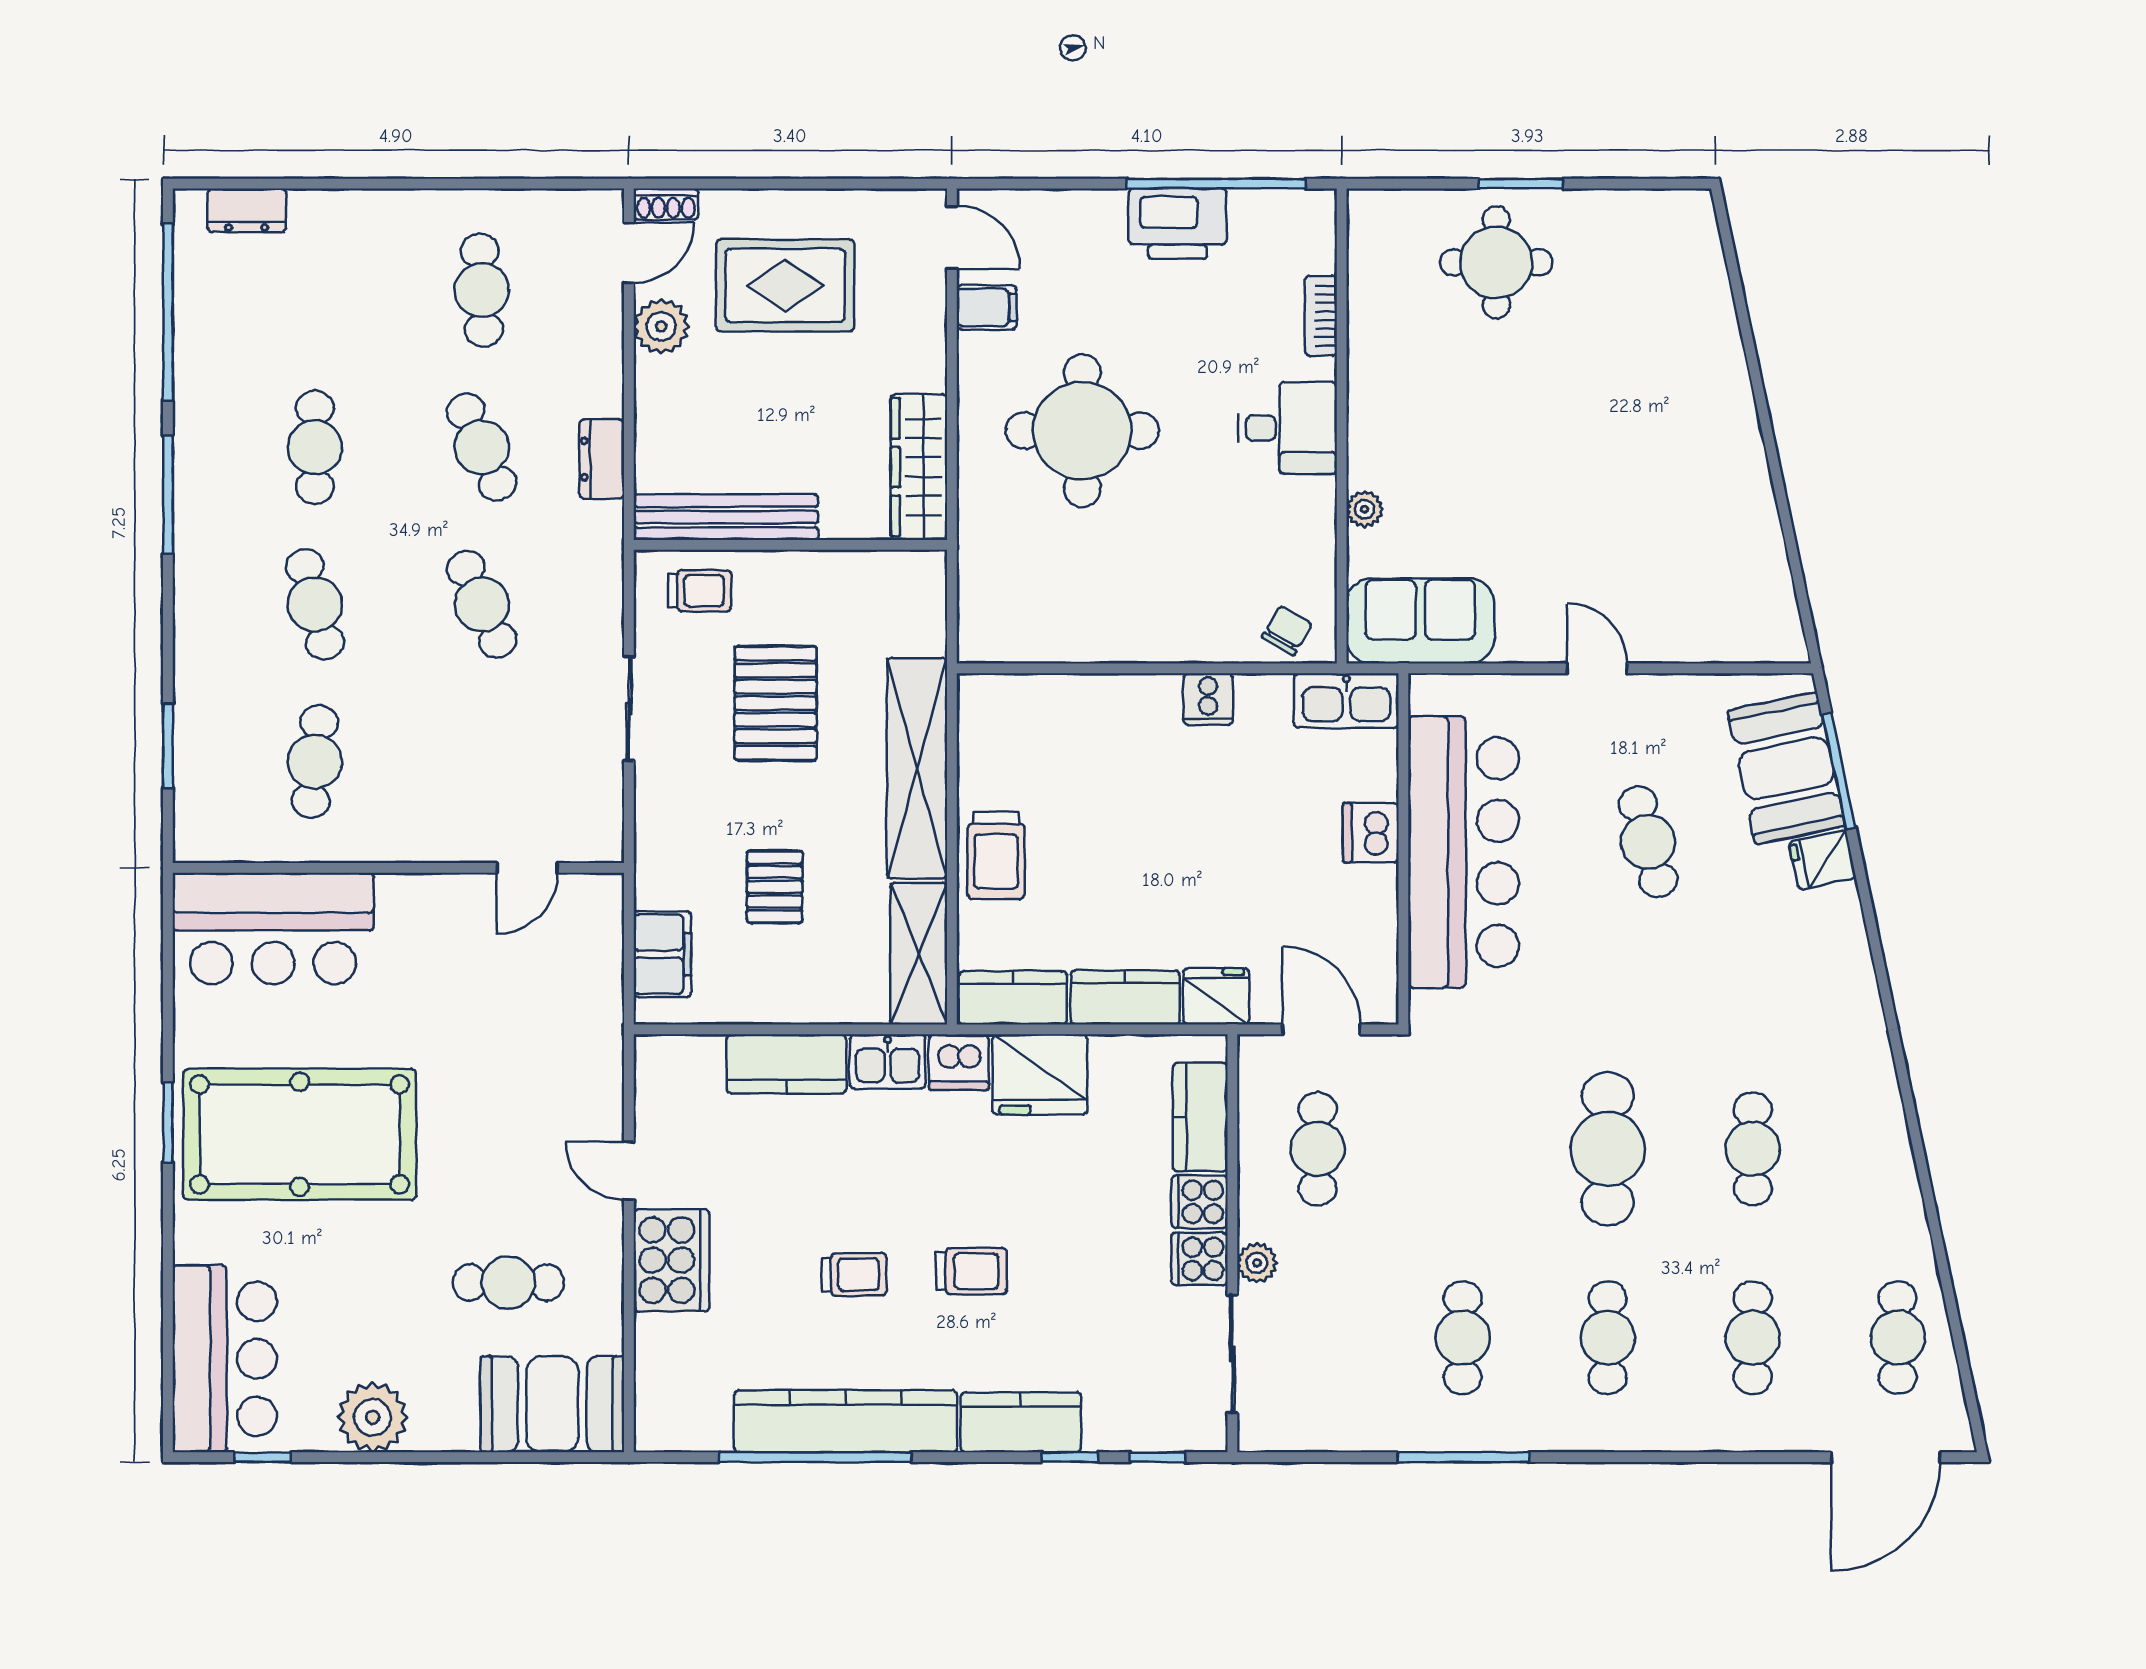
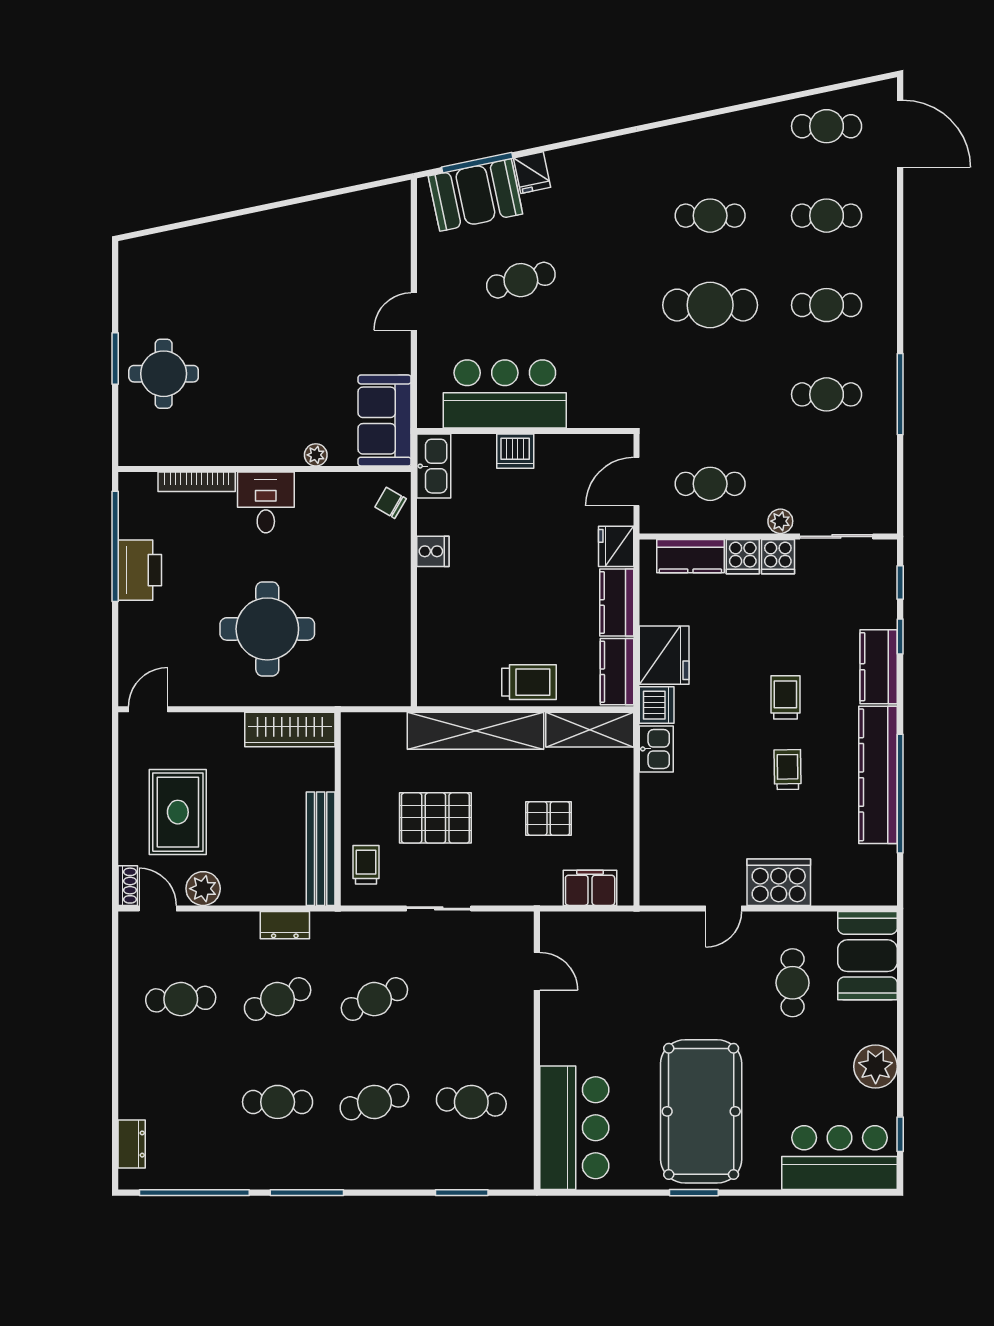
filing cabinet: (987, 307) -> (191, 688), removed
bookcase: (1321, 316) -> (197, 482), width x1.56
bar counter: (1463, 852) -> (505, 394), width x0.73
kitchen counter: (786, 1064) -> (658, 811), removed

